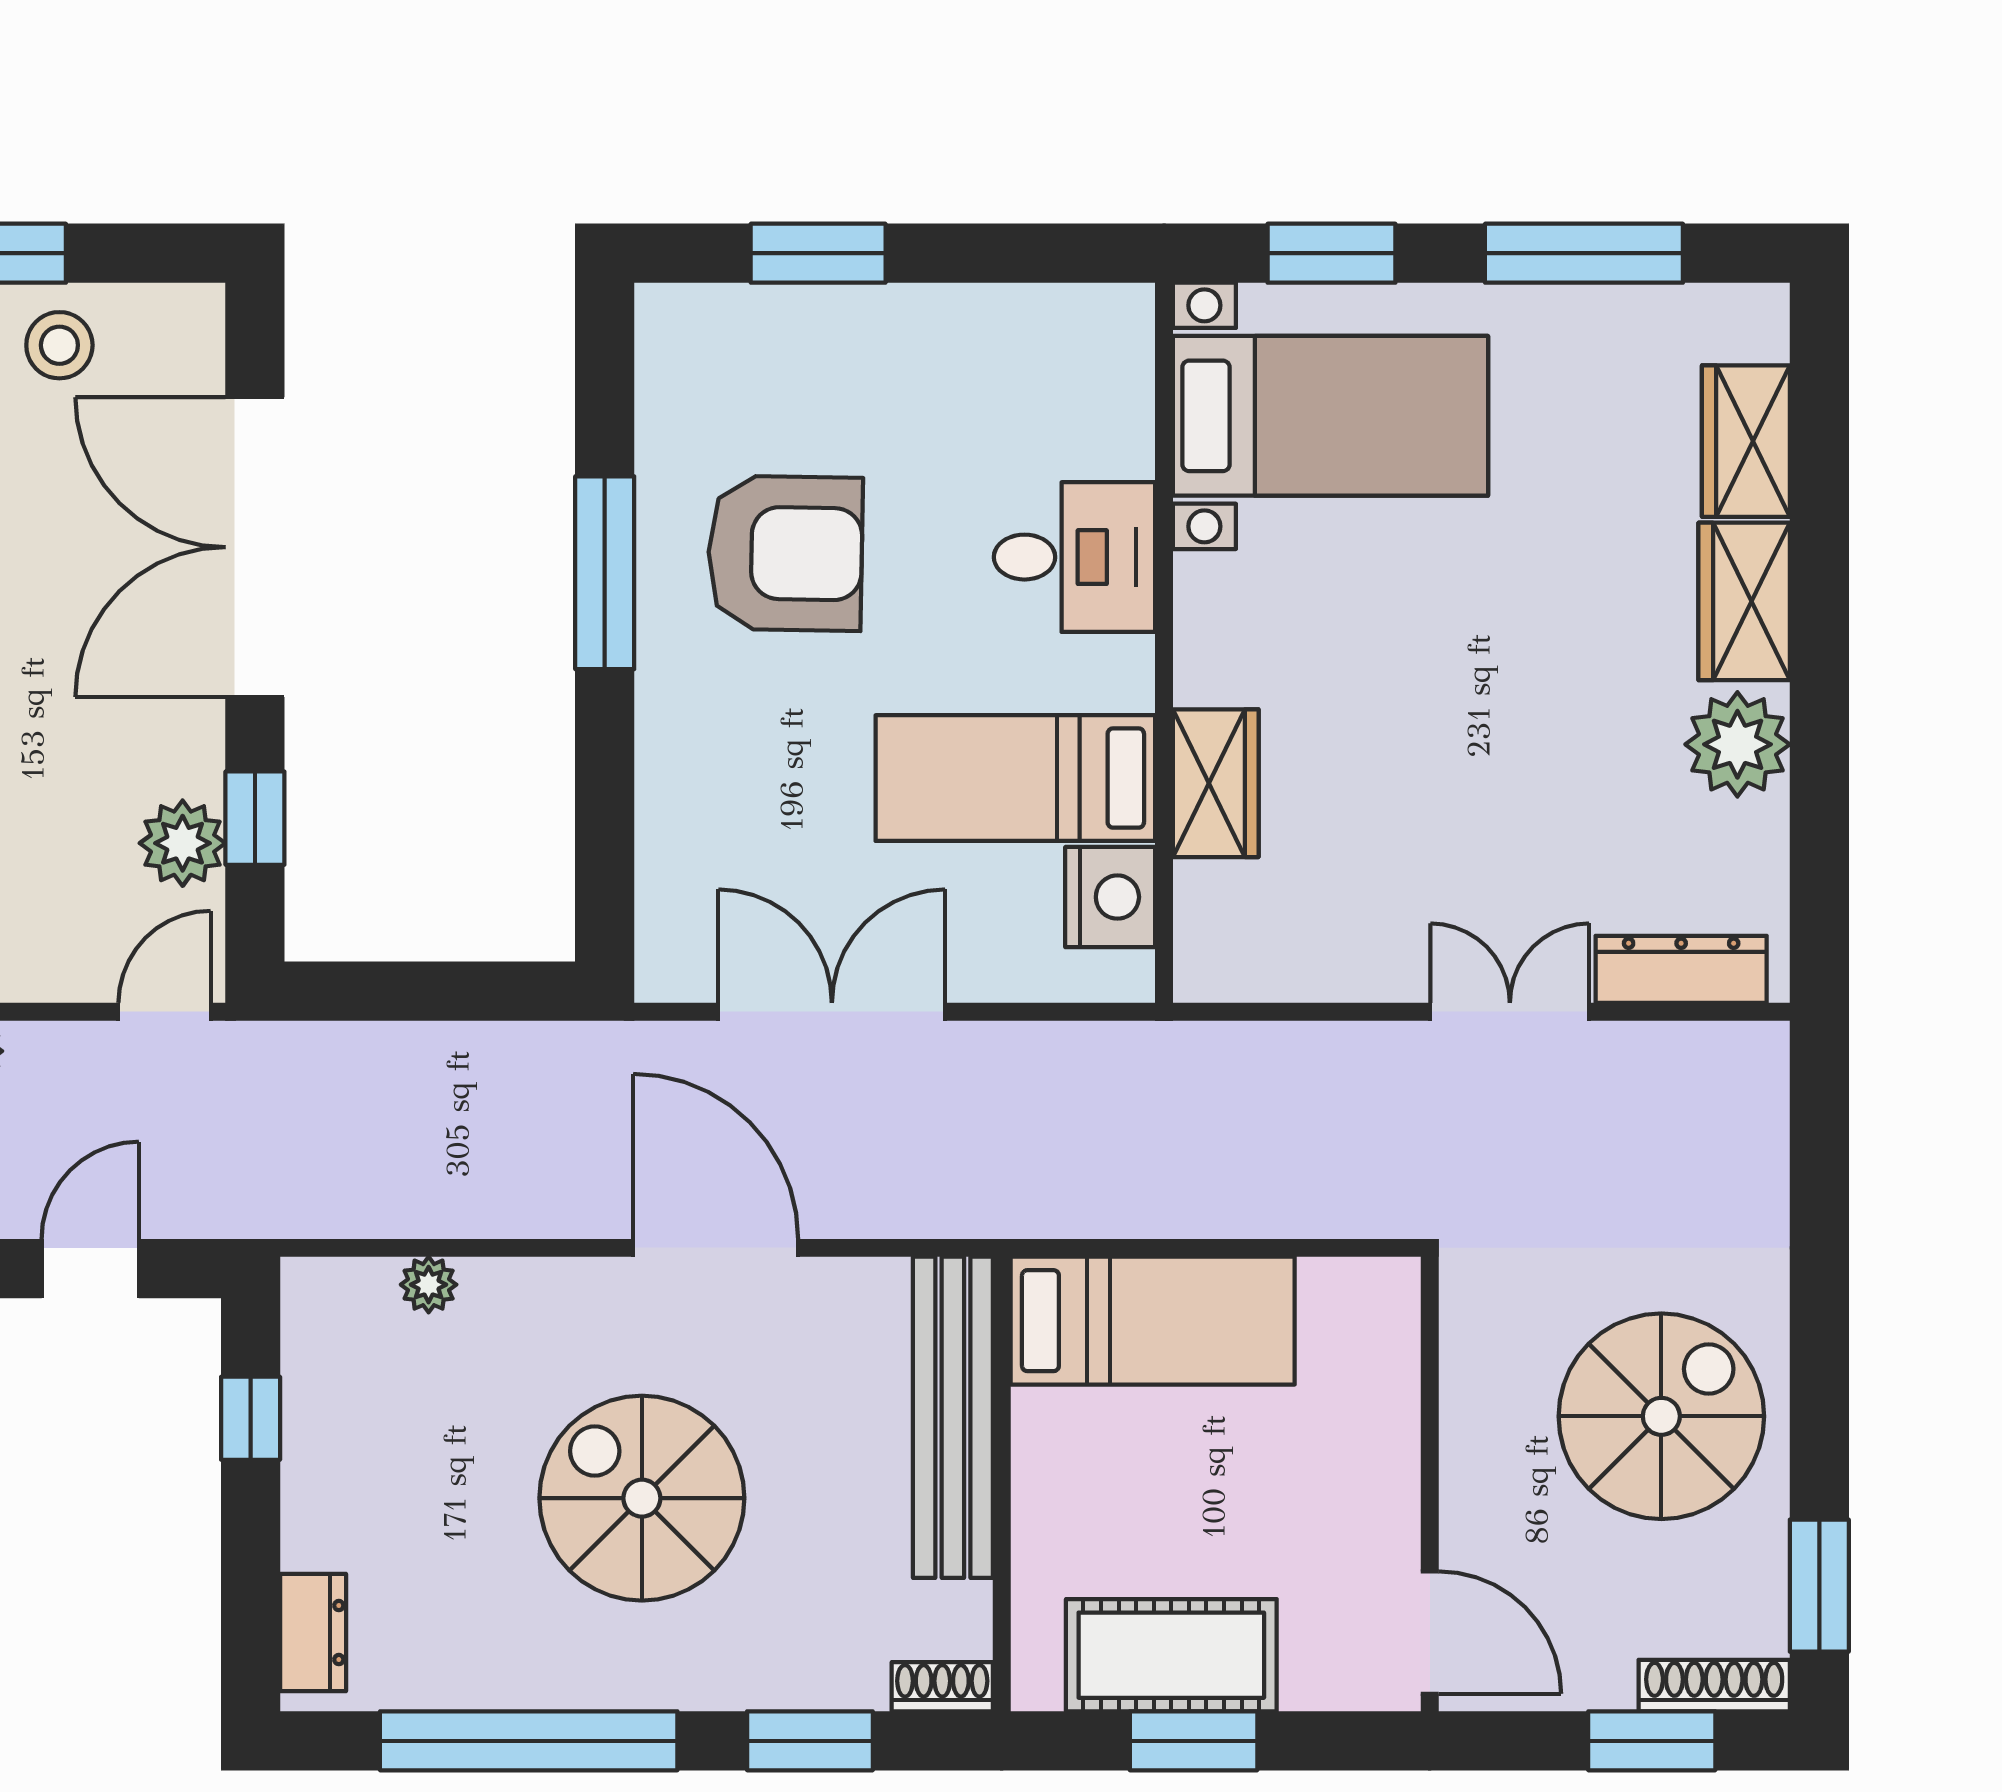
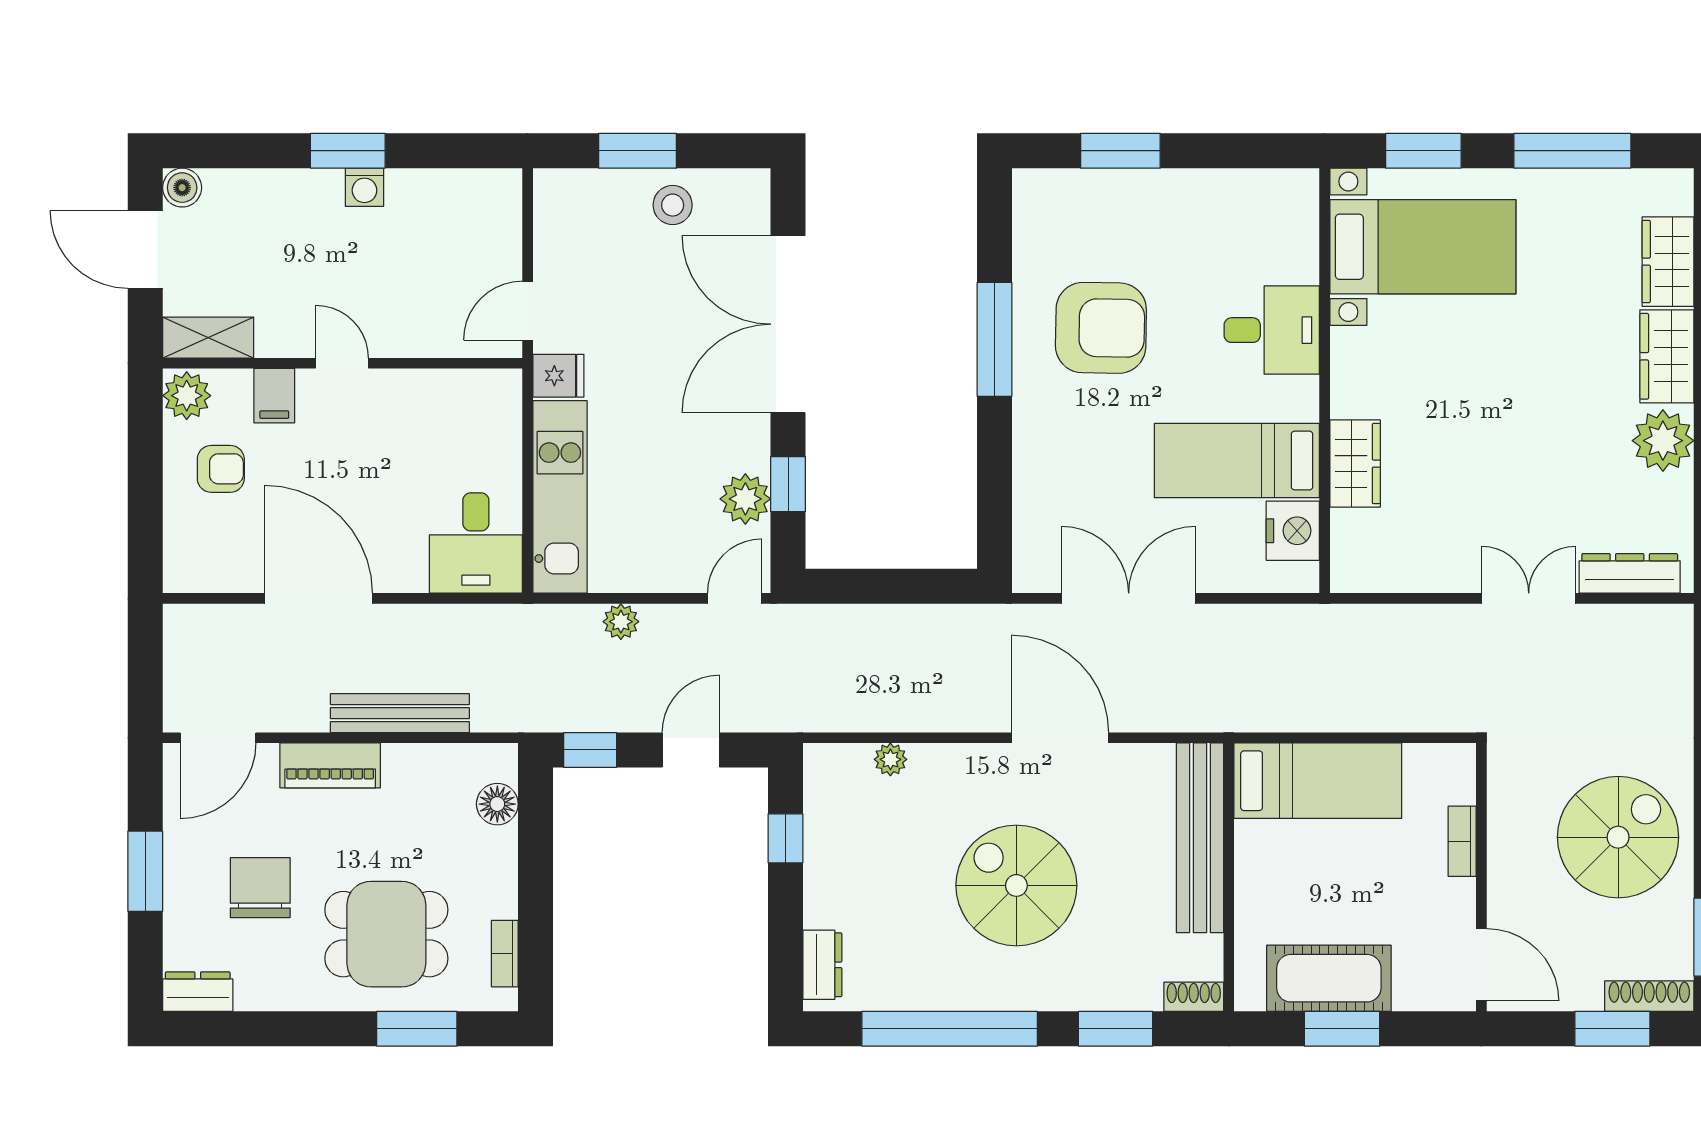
bookcase: (1397, 1423) -> (1462, 841), added

